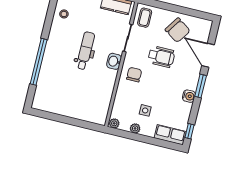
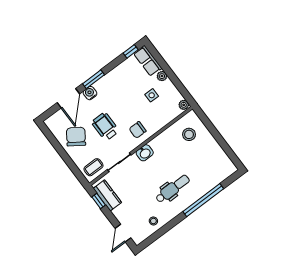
dental chair: (85, 51) -> (173, 189), moved, turned 180
water cooler: (189, 96) -> (90, 93), moved
stool: (91, 104) -> (189, 134), added
plant: (135, 128) -> (162, 76), moved

